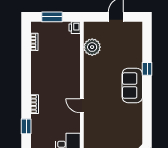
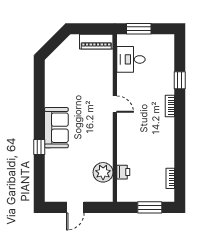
printer: (75, 28) -> (123, 172), moved

